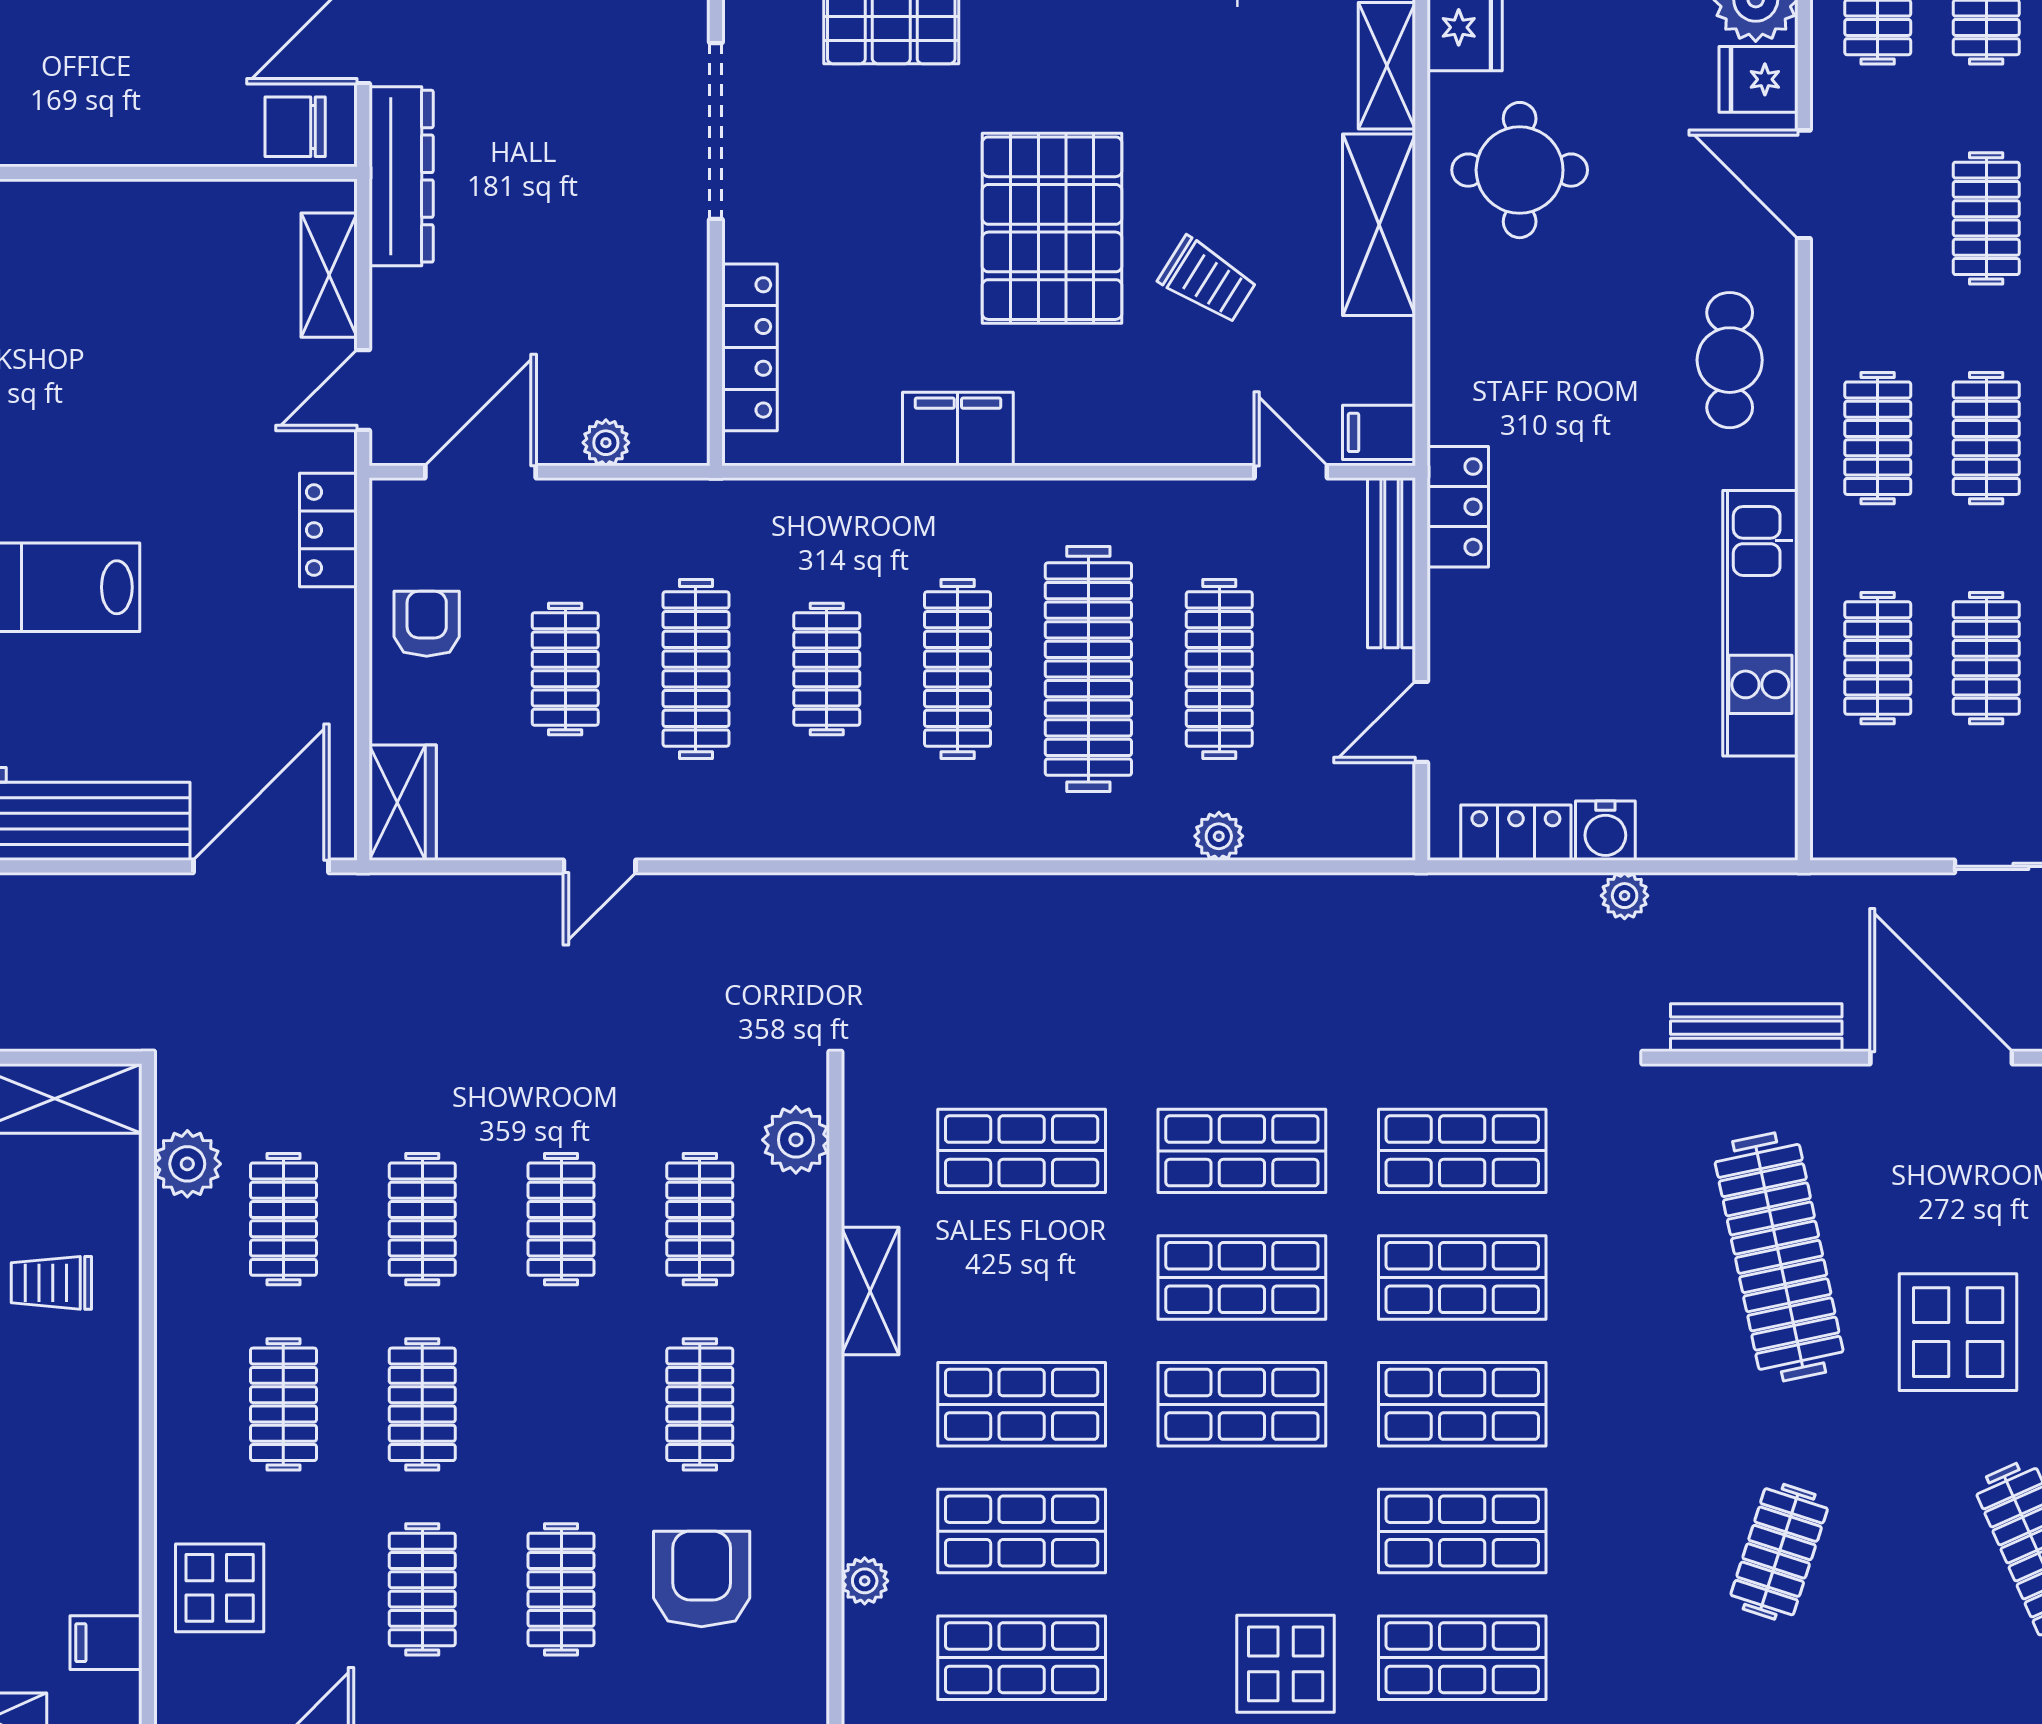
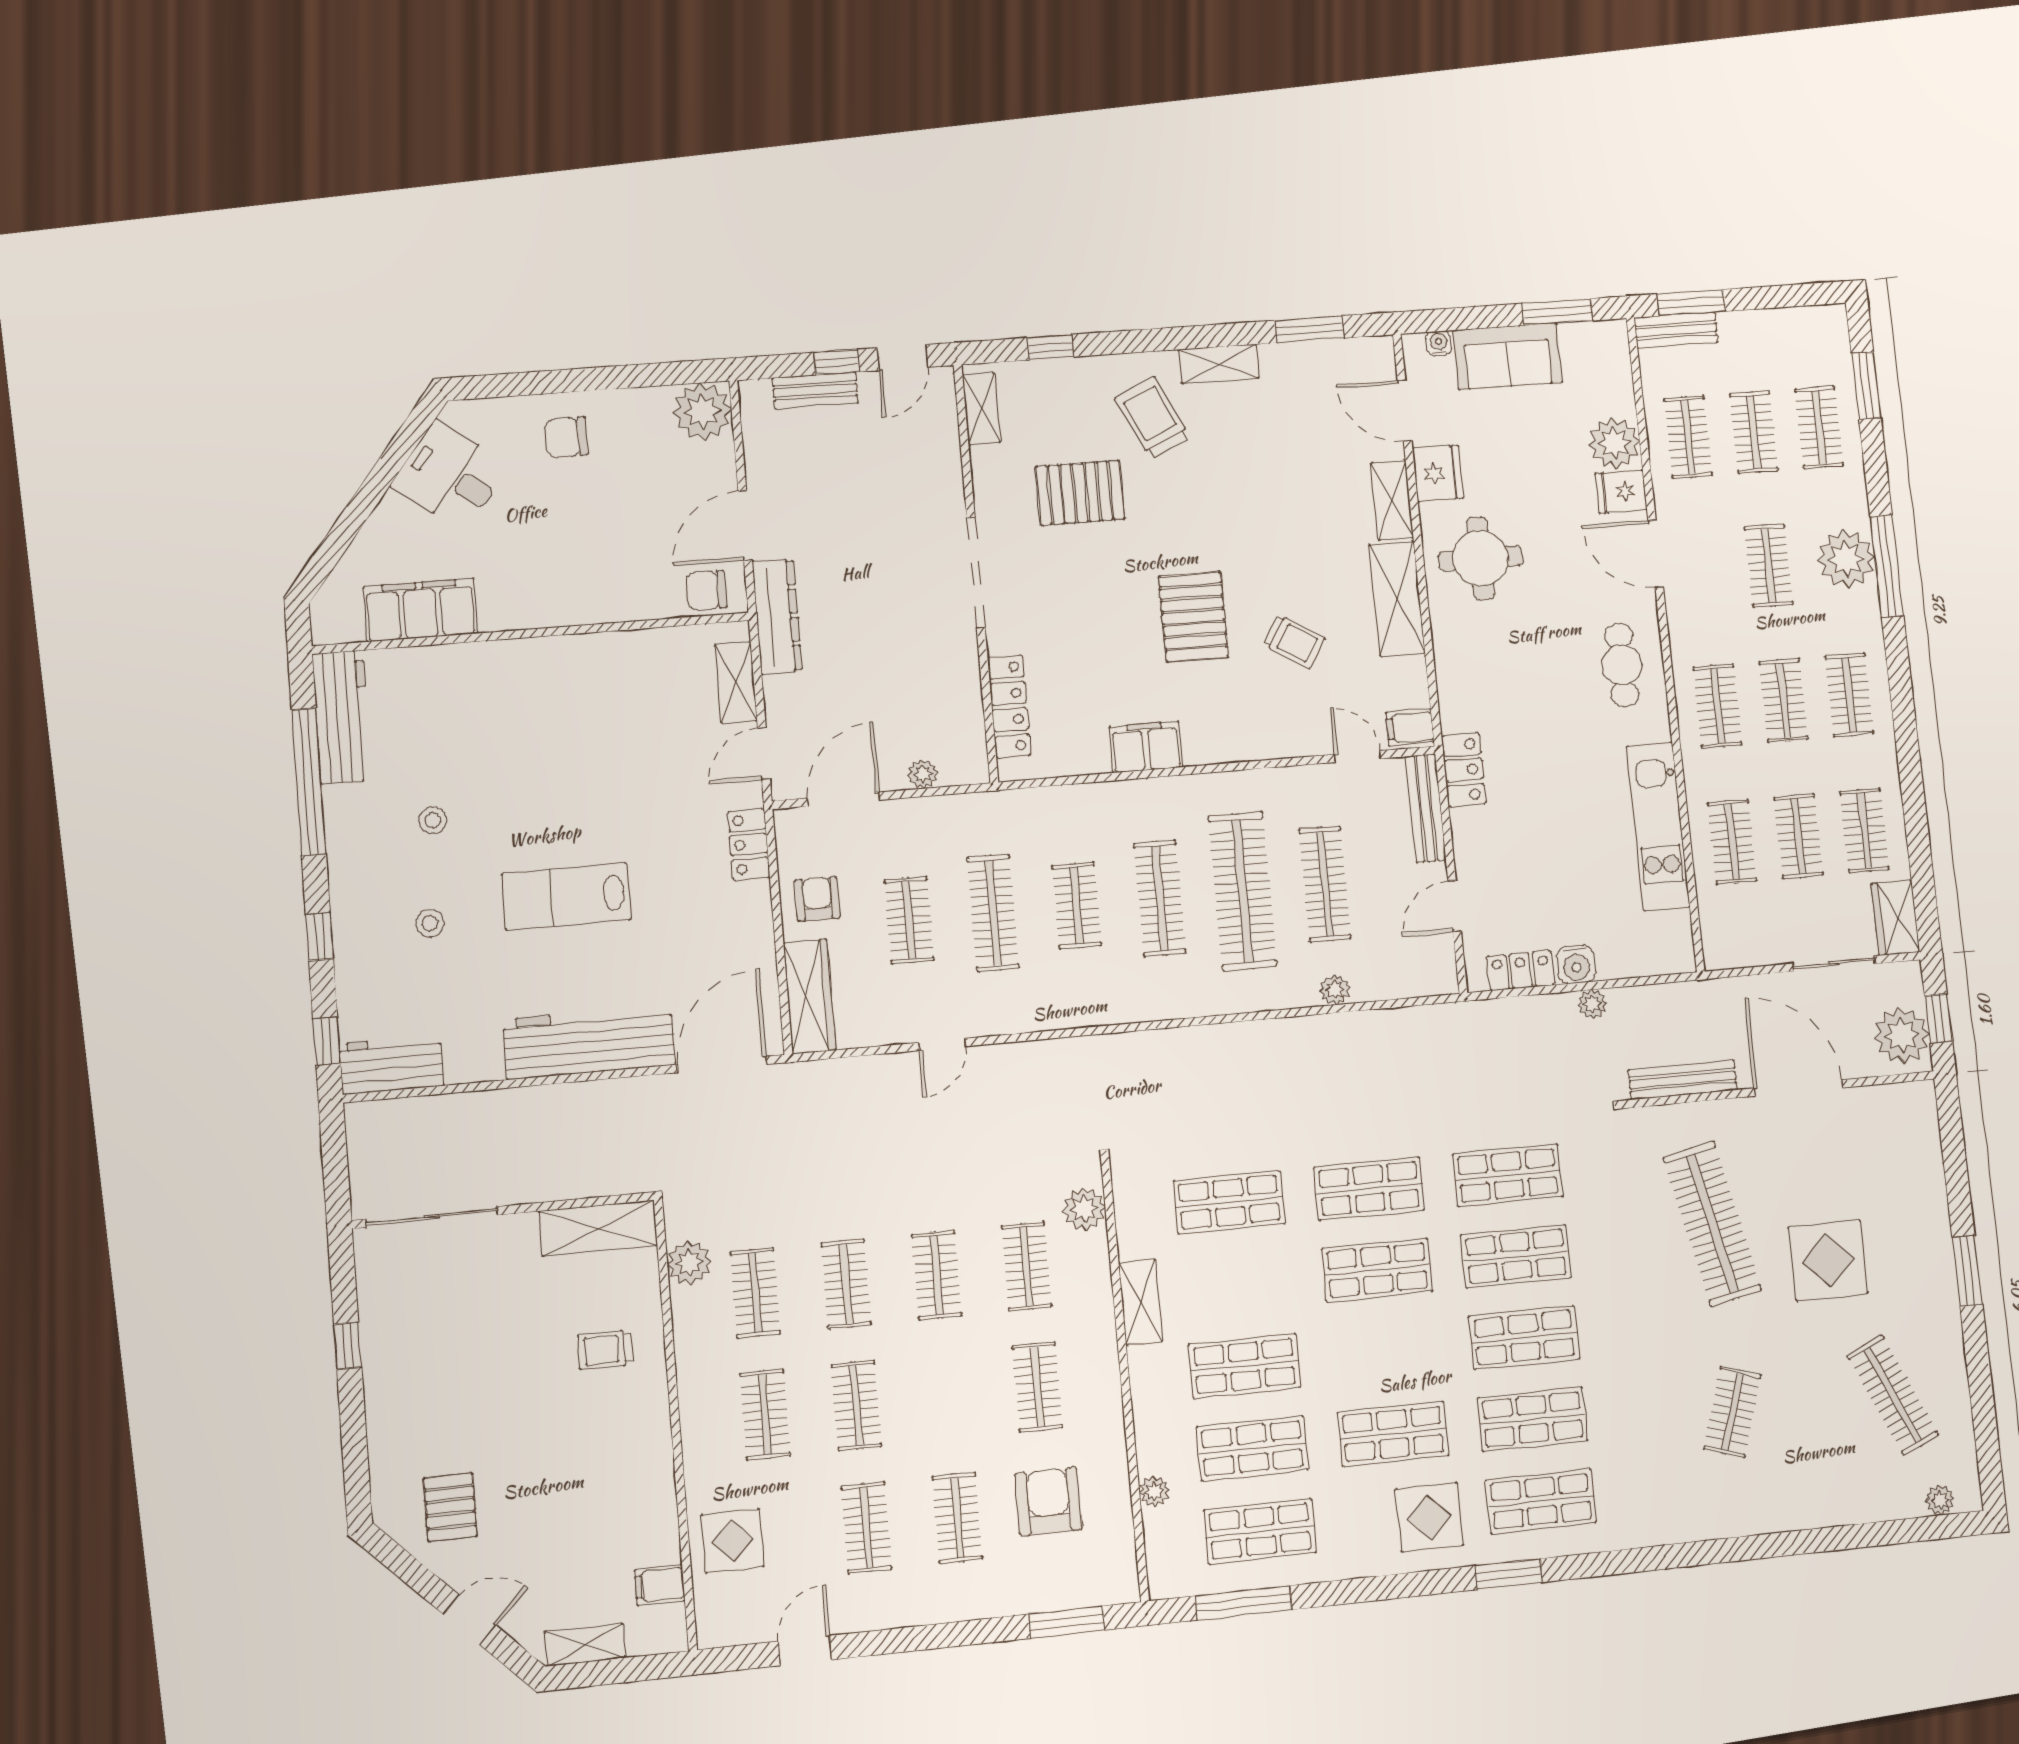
pallet: (1052, 228) -> (1194, 617), width x0.73, depth x0.71
wardrobe: (403, 803) -> (809, 996), width x1.50
shop shelf: (1242, 1404) -> (1393, 1434), moved

